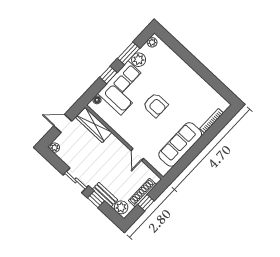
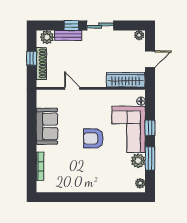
sofa: (180, 144) -> (47, 126), width x0.73

